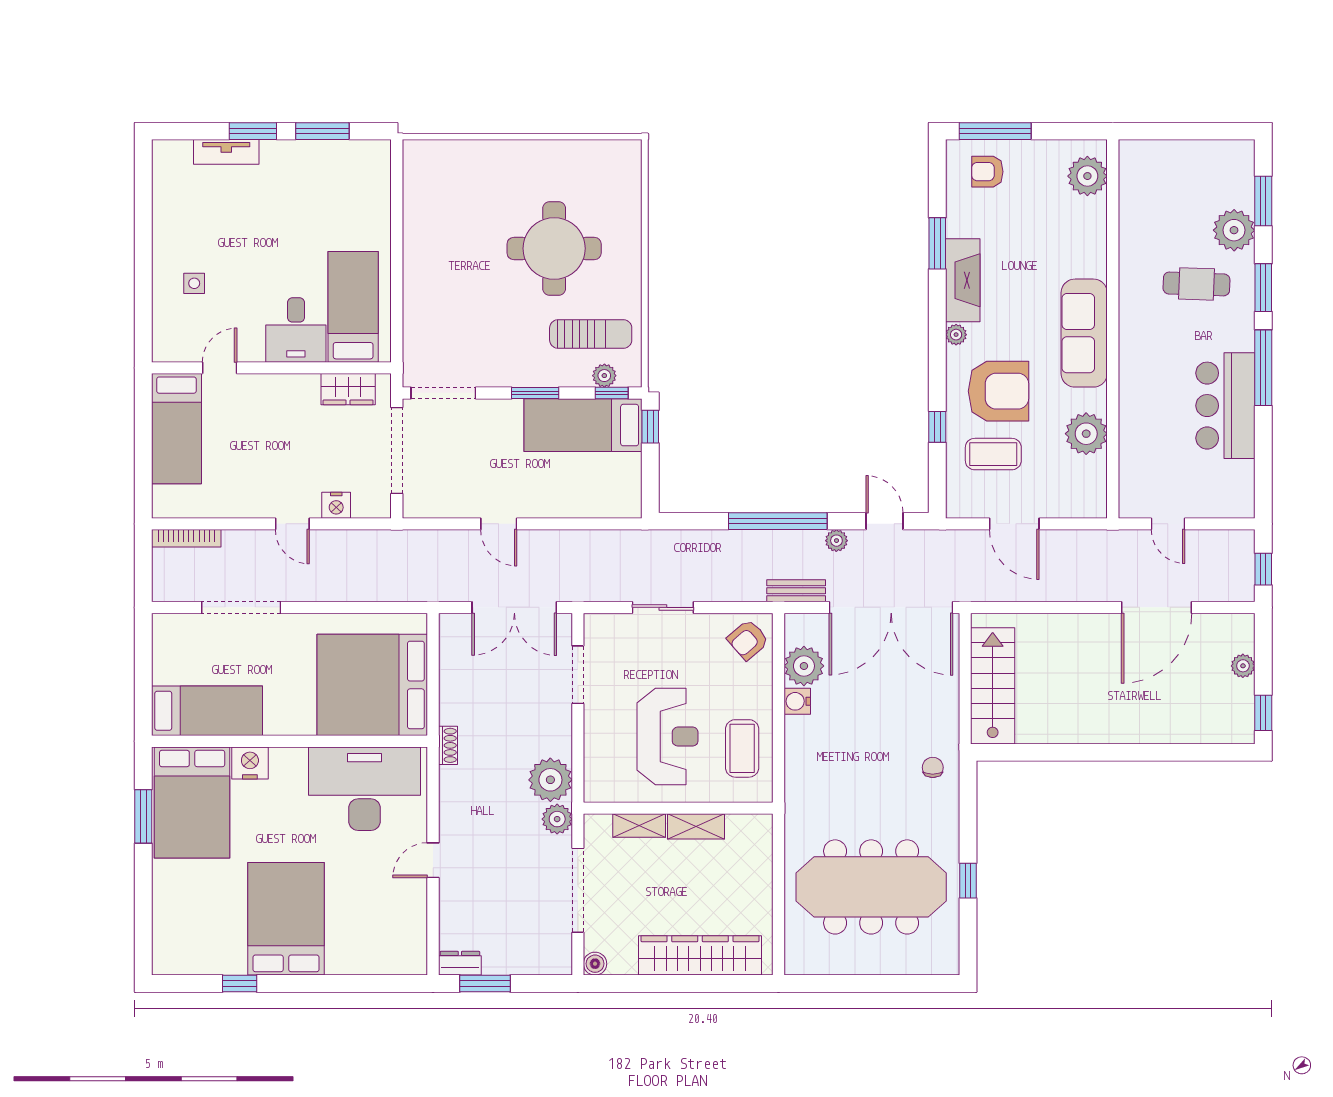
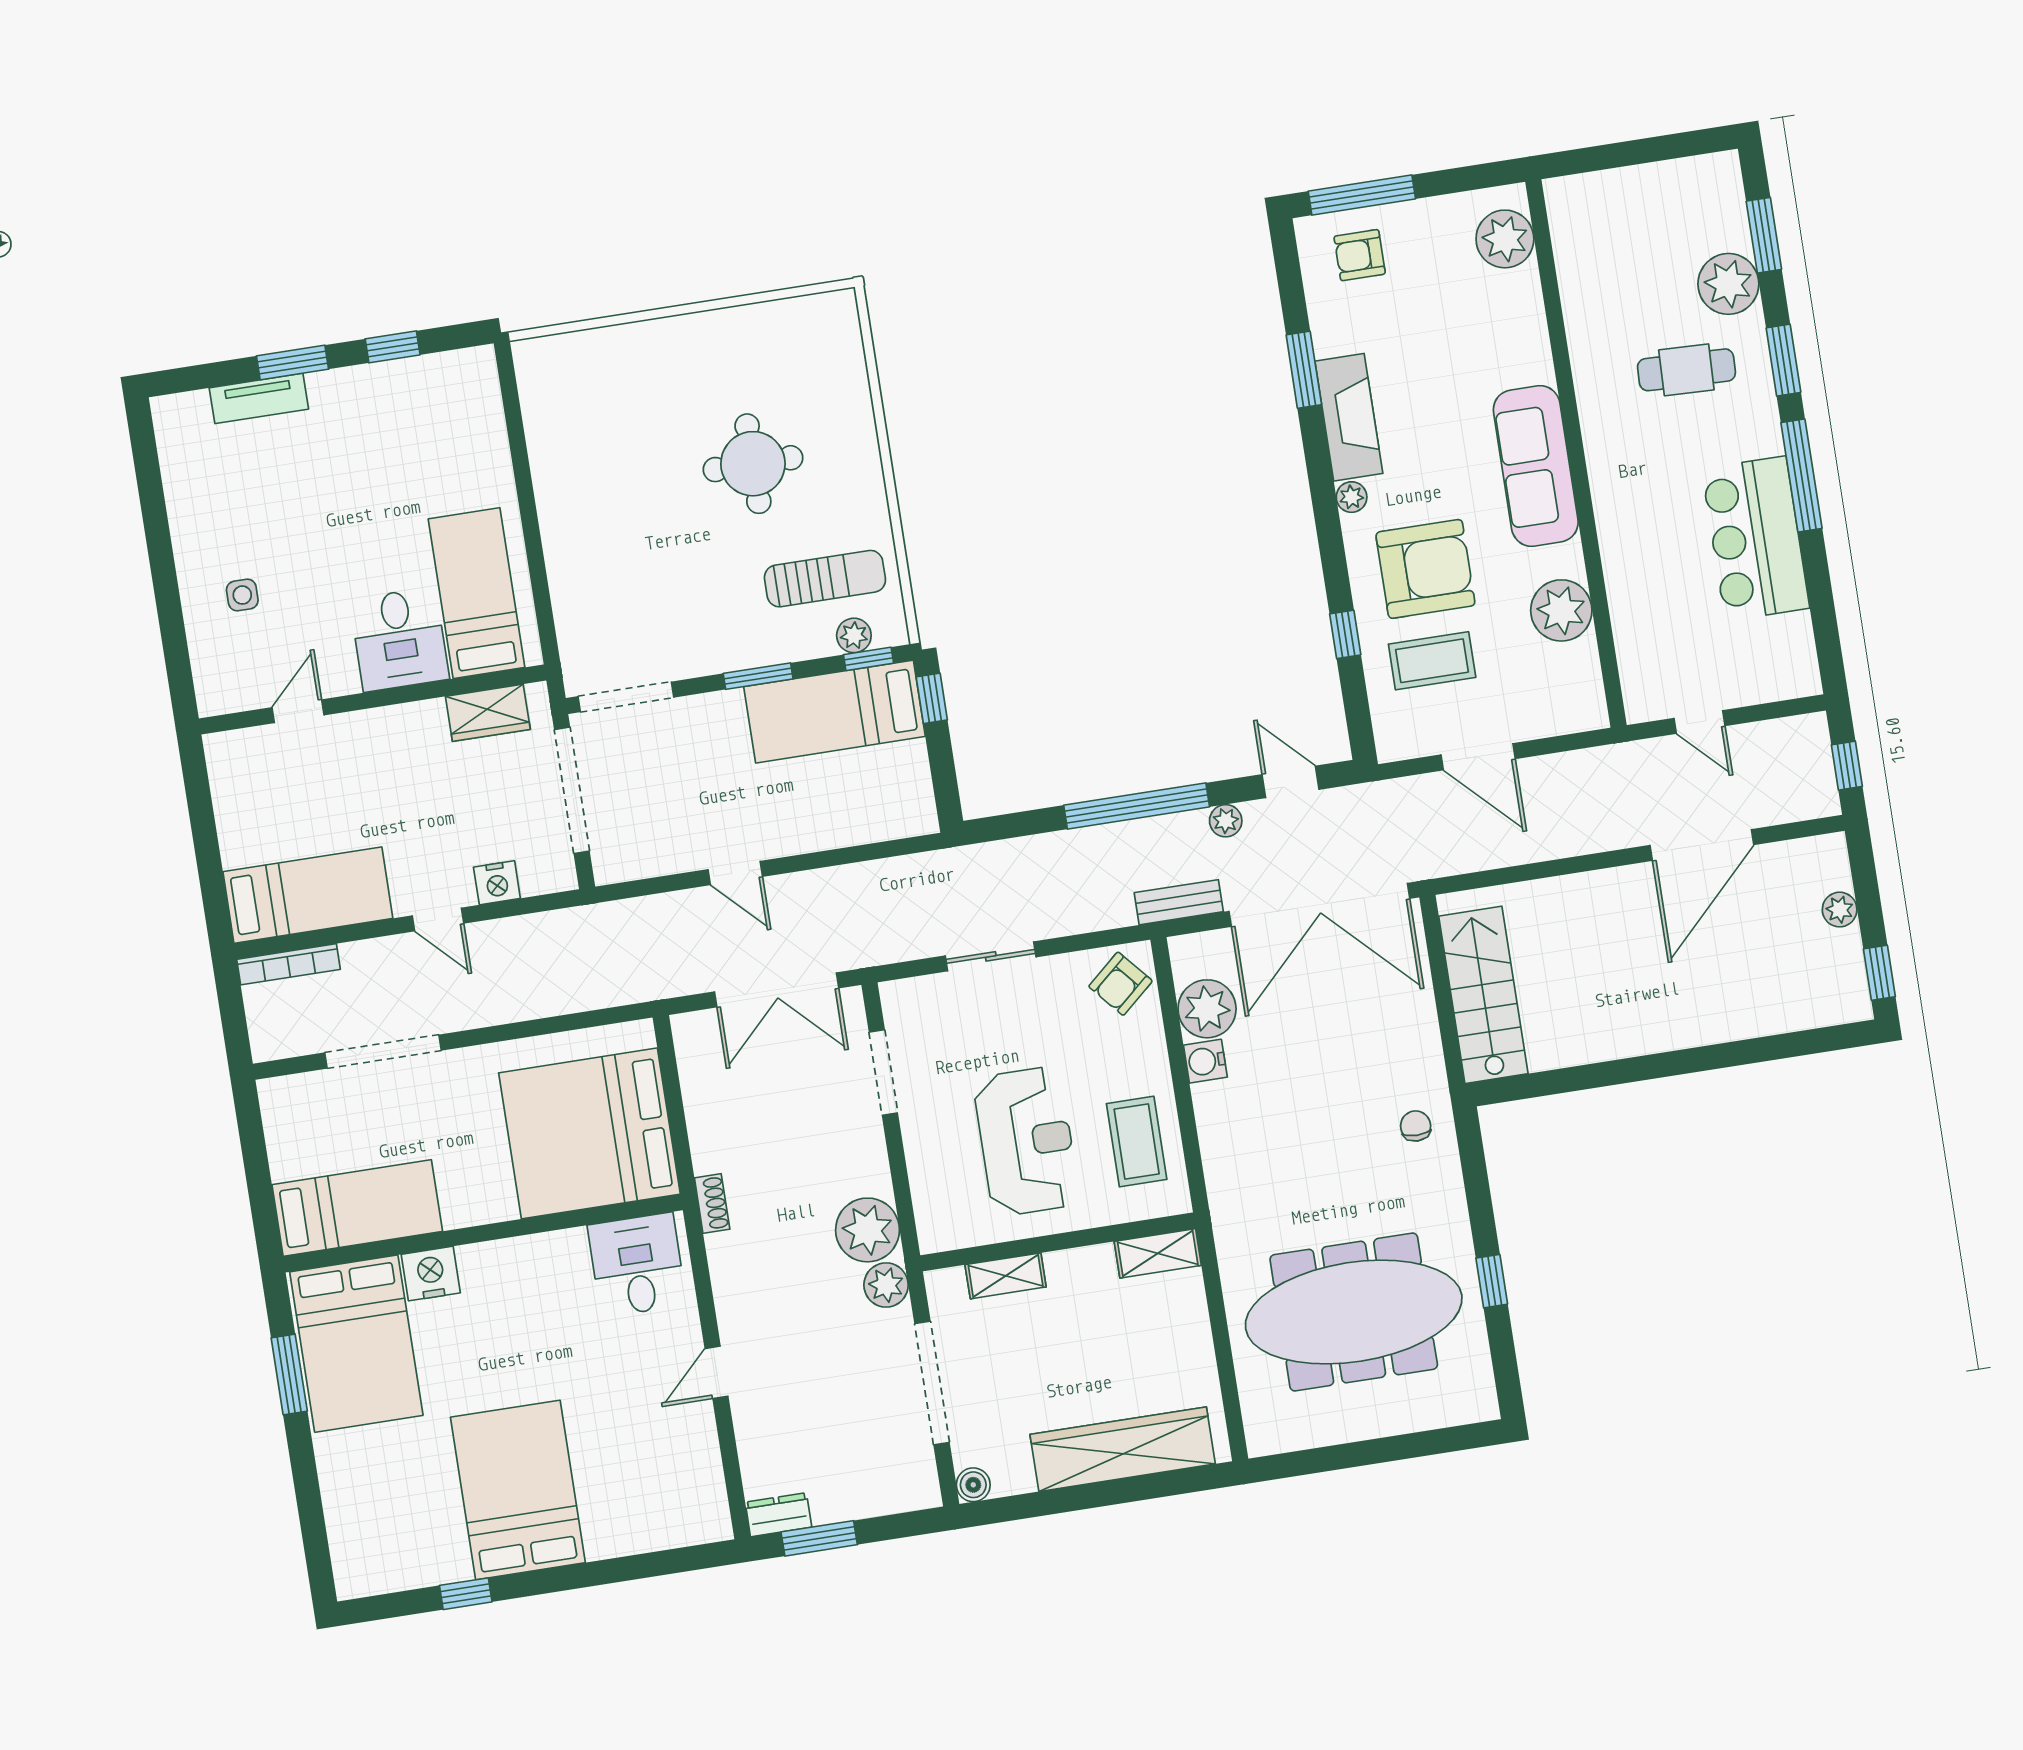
window: (322, 131) -> (393, 347), width x0.67
round table: (554, 248) -> (753, 464), width x0.73, depth x0.73
bed: (176, 429) -> (308, 895), moved, turned -90
desk: (365, 789) -> (637, 1265), width x0.53, depth x0.77
shelving: (696, 826) -> (1158, 1253), moved

